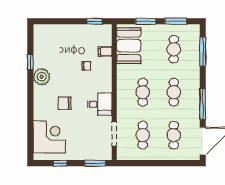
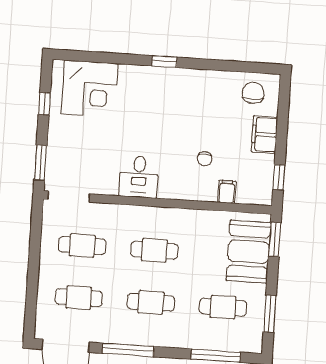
window: (146, 21) -> (275, 239), moved
filing cabinet: (70, 31) -> (265, 135), added
booth: (129, 46) -> (249, 252), moved, turned 90
window: (30, 62) -> (164, 62), moved
plant: (42, 77) -> (192, 82), removed
chair: (65, 103) -> (253, 93), moved
doorway: (114, 134) -> (69, 197), moved

